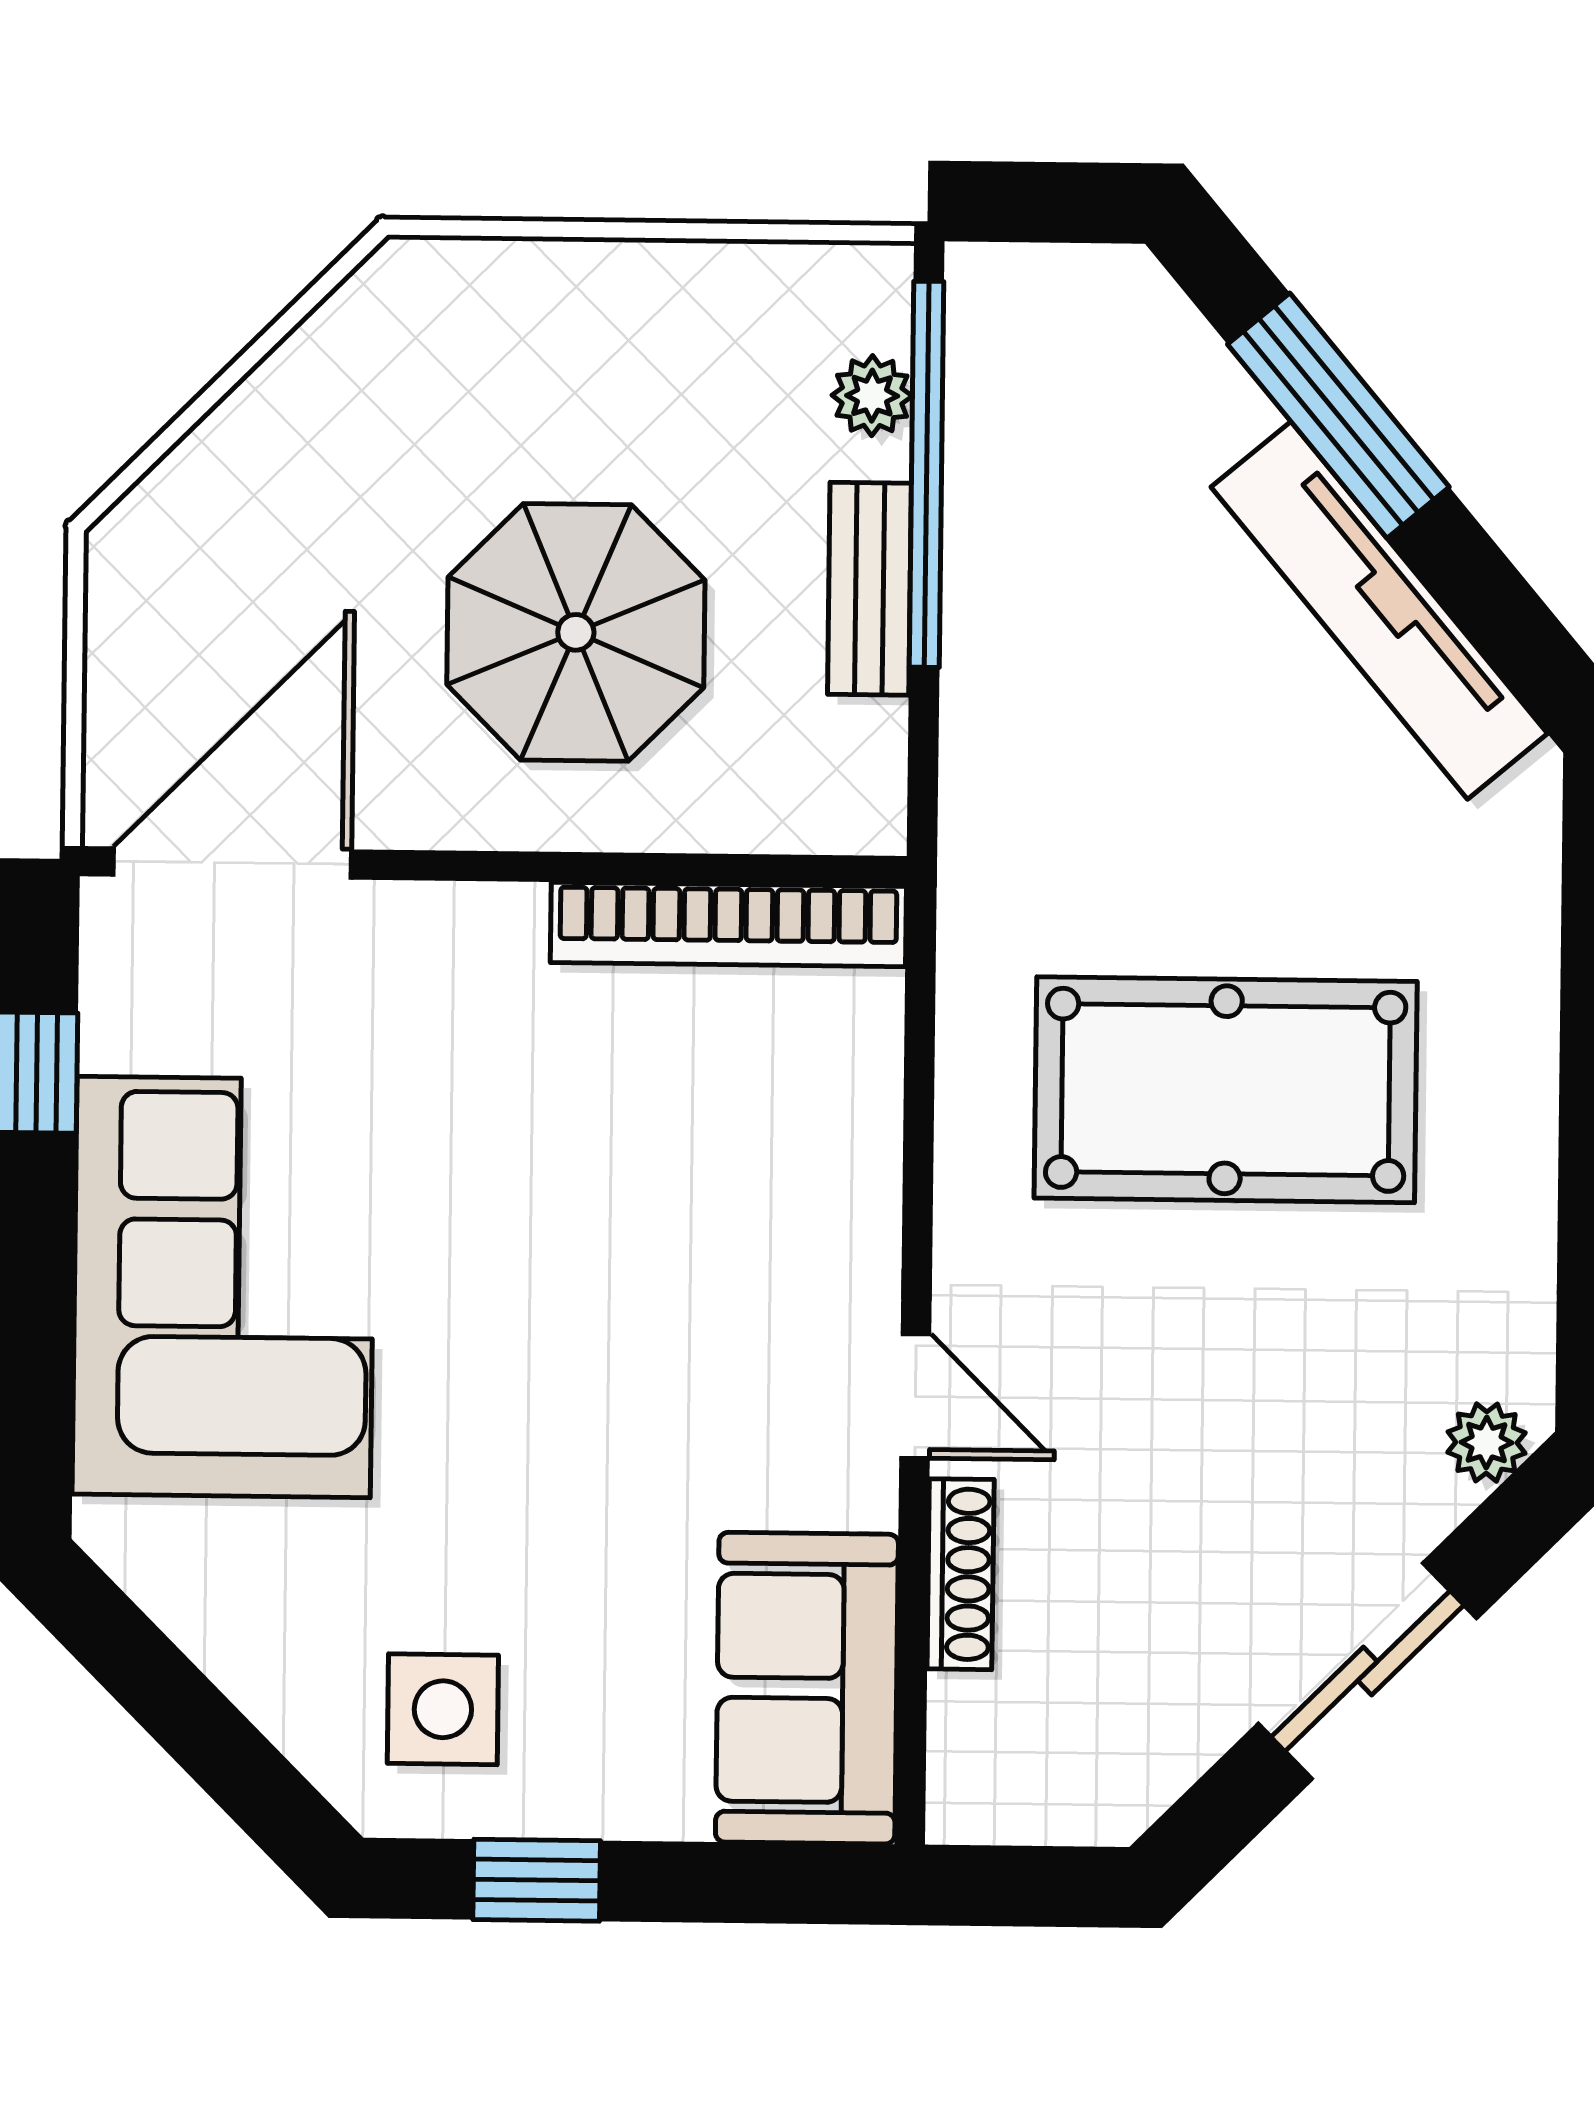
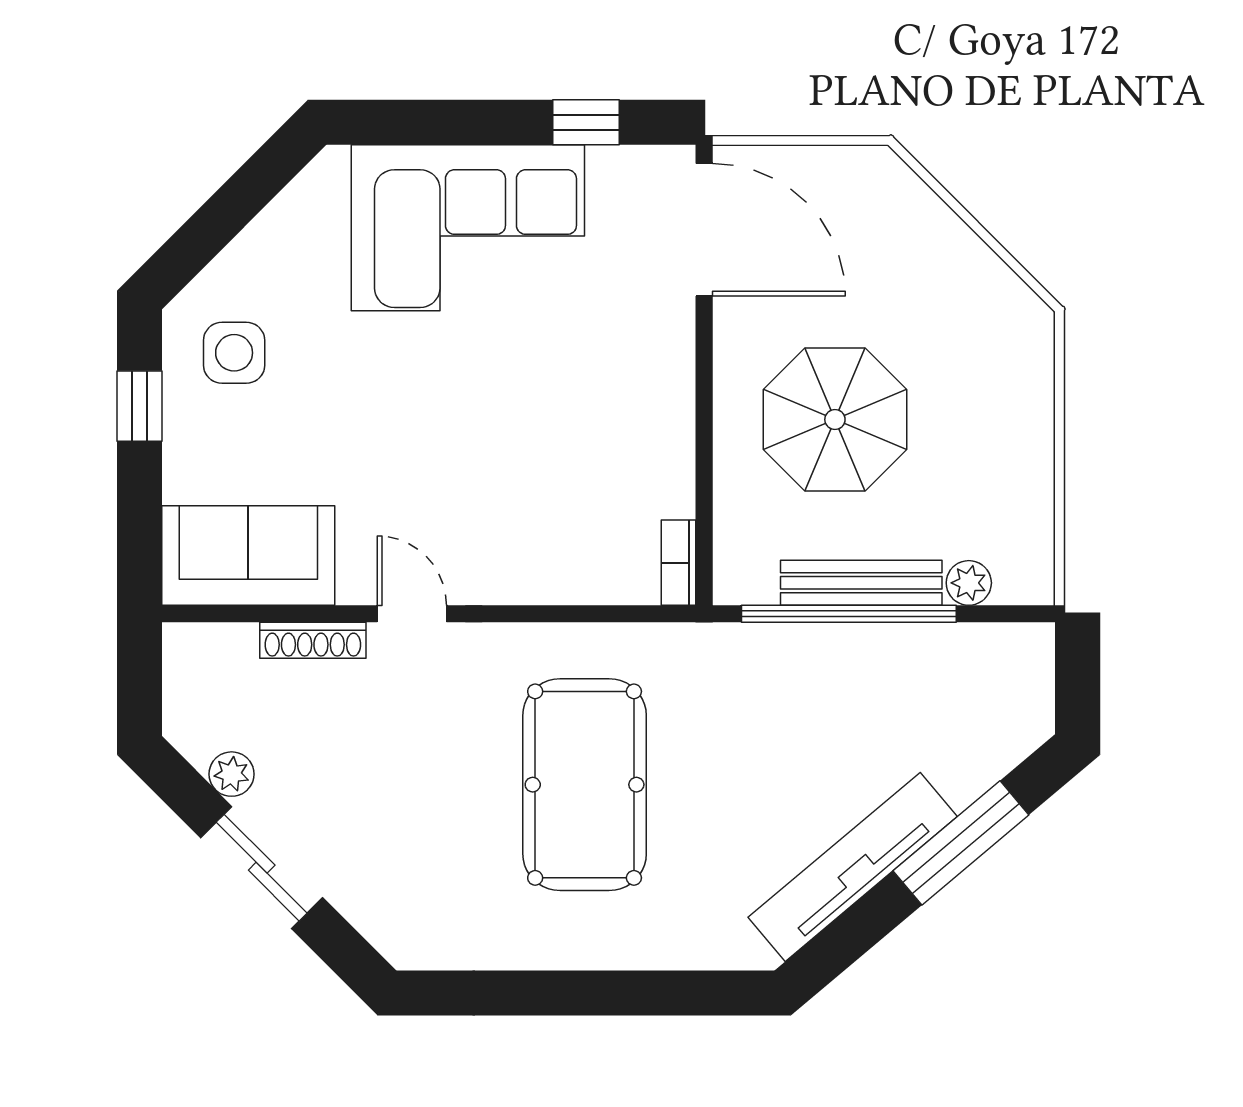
window: (926, 474) -> (849, 614), moved
bench: (869, 589) -> (861, 583), width x1.36
bookcase: (728, 924) -> (679, 563), width x0.43, depth x0.76
door: (915, 1396) -> (412, 614), swing flipped
plant: (1486, 1442) -> (232, 774), moved

